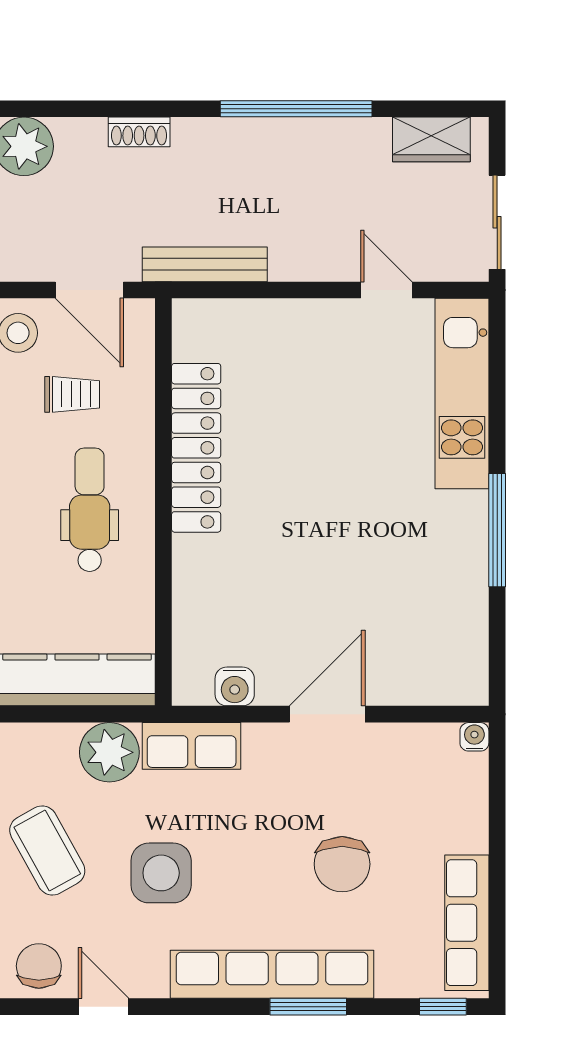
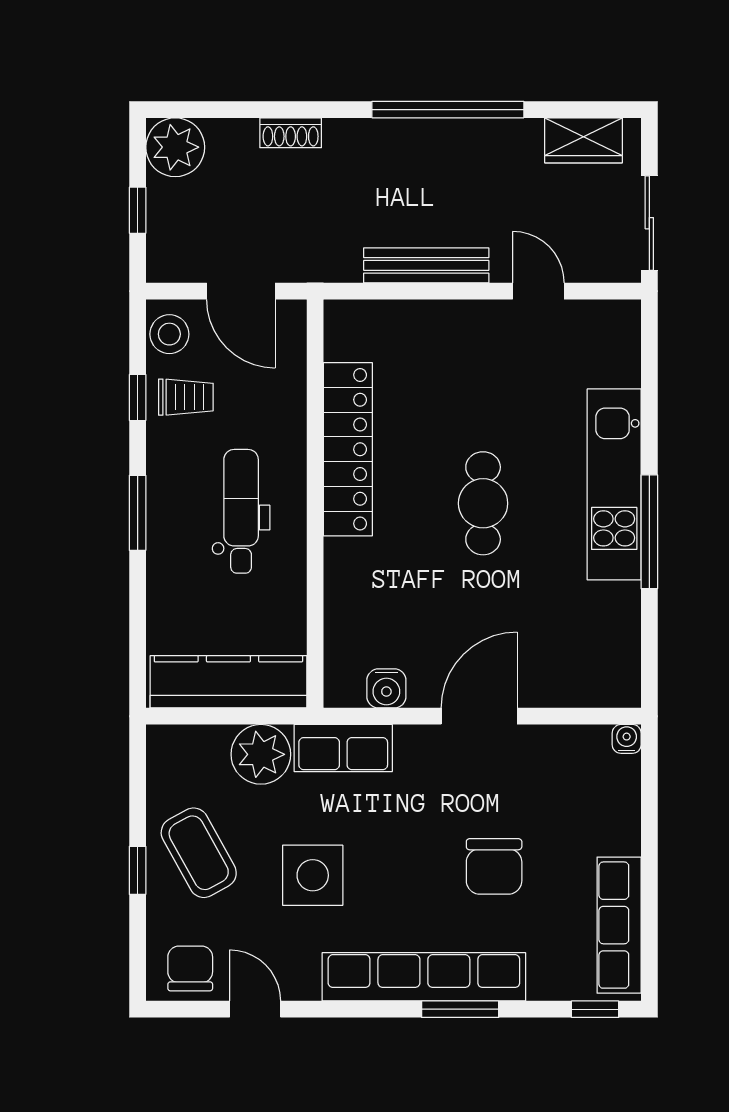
bench: (205, 264) -> (426, 265), moved
trolley: (72, 394) -> (186, 397), moved
kitchen unit: (462, 394) -> (614, 484), moved
cafe table: (331, 502) -> (483, 503), added

